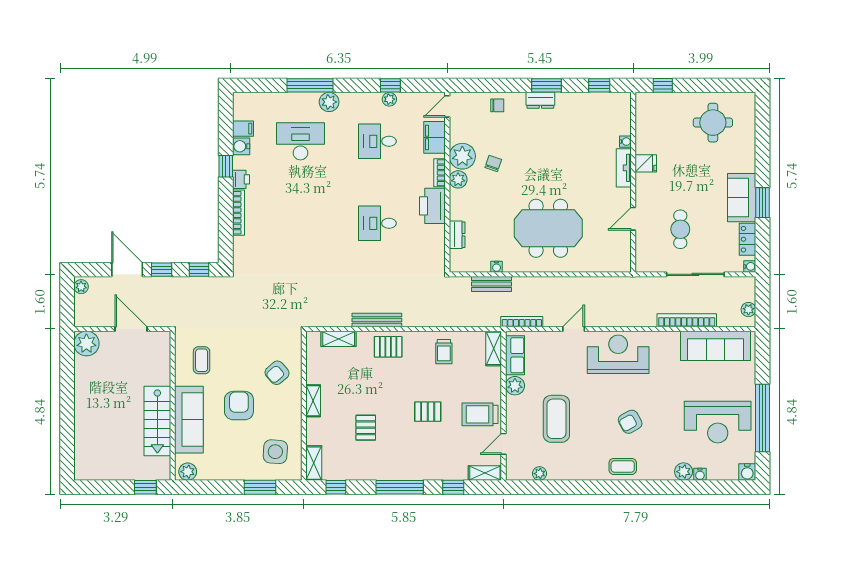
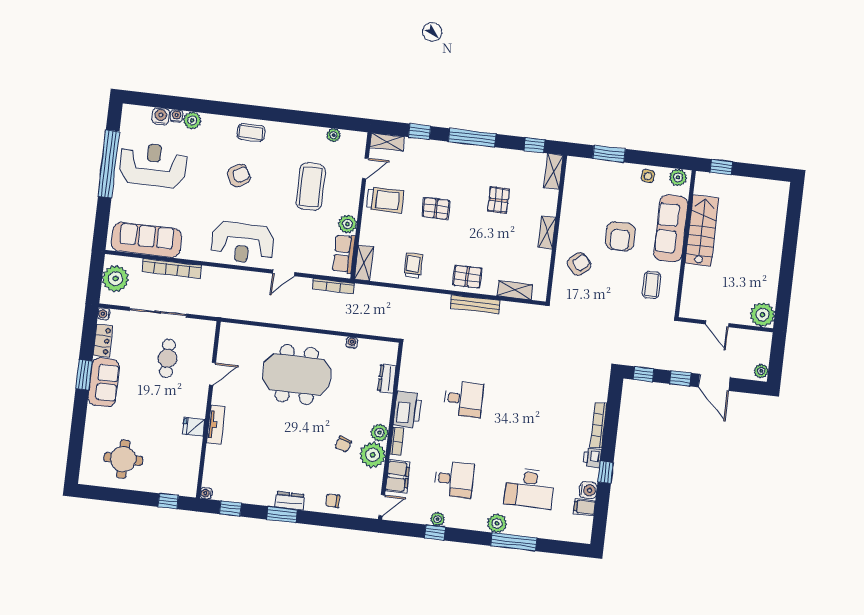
water cooler: (625, 142) -> (206, 493), moved
bench: (491, 284) -> (359, 326), removed
plant: (748, 310) -> (115, 279), width x1.88, depth x1.88
door: (131, 329) -> (717, 324), width x0.73
side table: (275, 452) -> (648, 176), moved, width x0.54, depth x0.54
water cooler: (747, 472) -> (161, 116), moved

